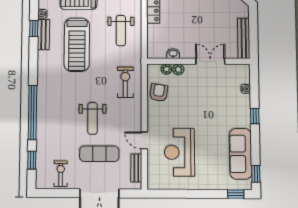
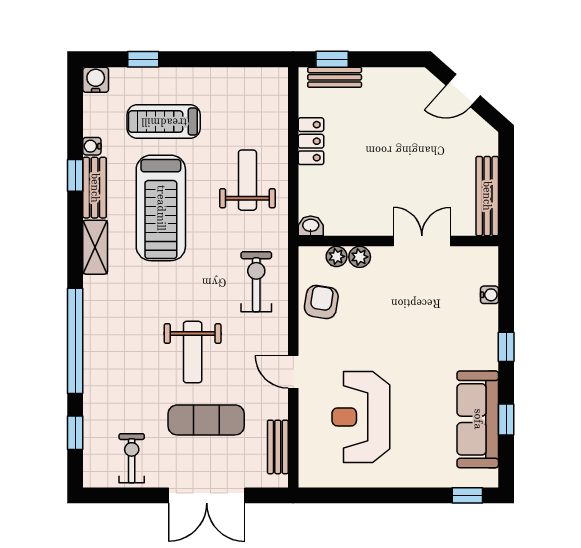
weight bench: (121, 31) -> (247, 180), turned 180
washbasin: (173, 54) -> (311, 226), moved
shelving: (43, 65) -> (95, 247), added
door: (144, 140) -> (293, 372), moved
window: (256, 174) -> (506, 420), moved

